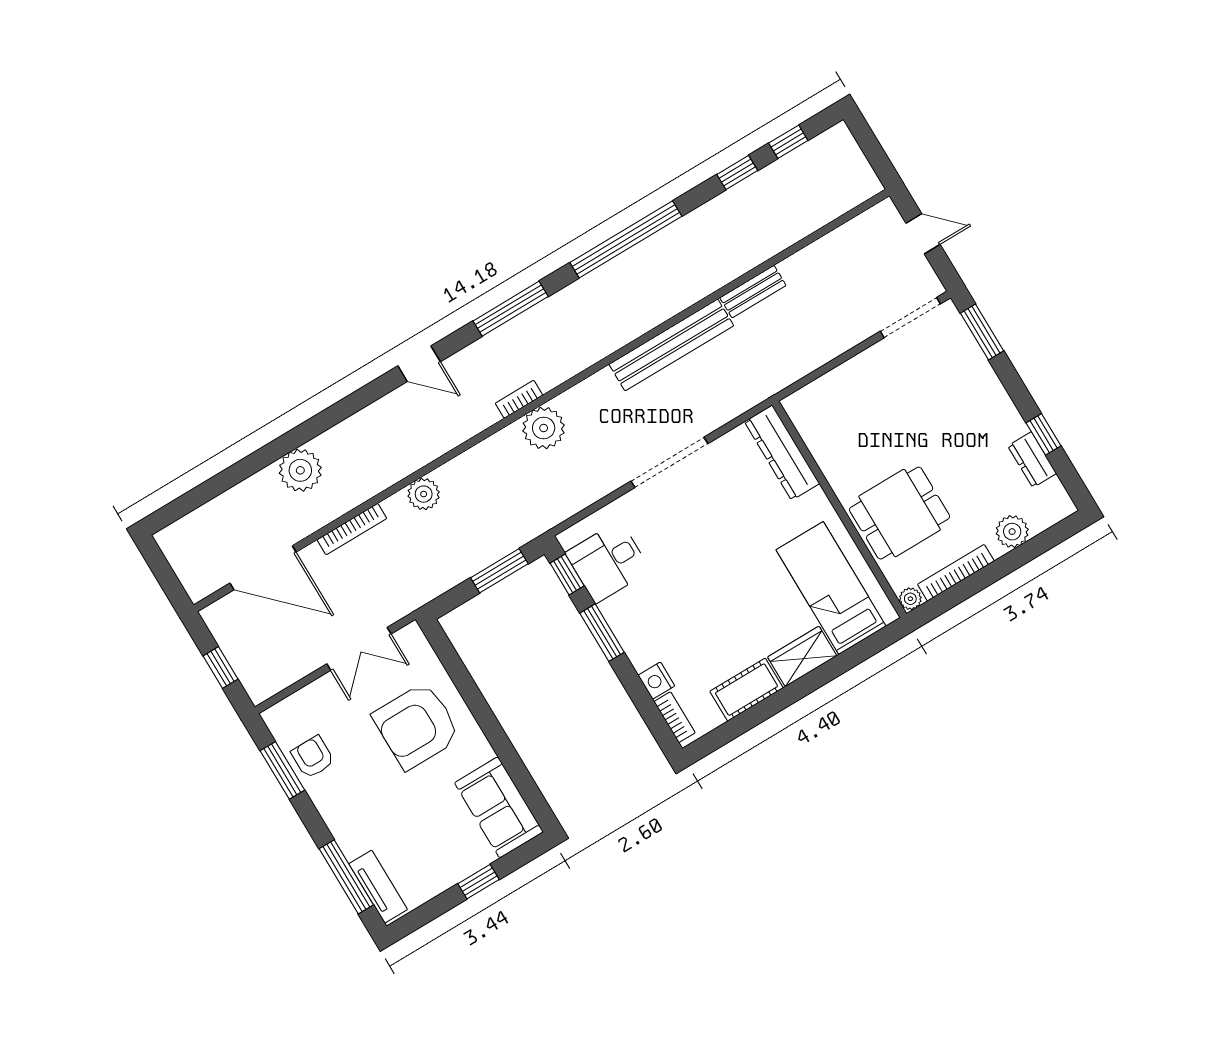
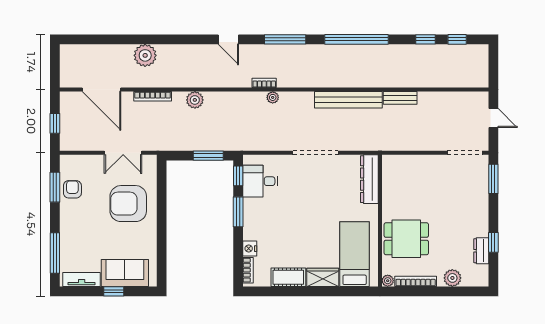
plant: (544, 428) -> (273, 97), width x0.53, depth x0.53
sofa: (499, 807) -> (125, 273), moved, turned 90
tv unit: (378, 887) -> (82, 280), moved, turned -90

